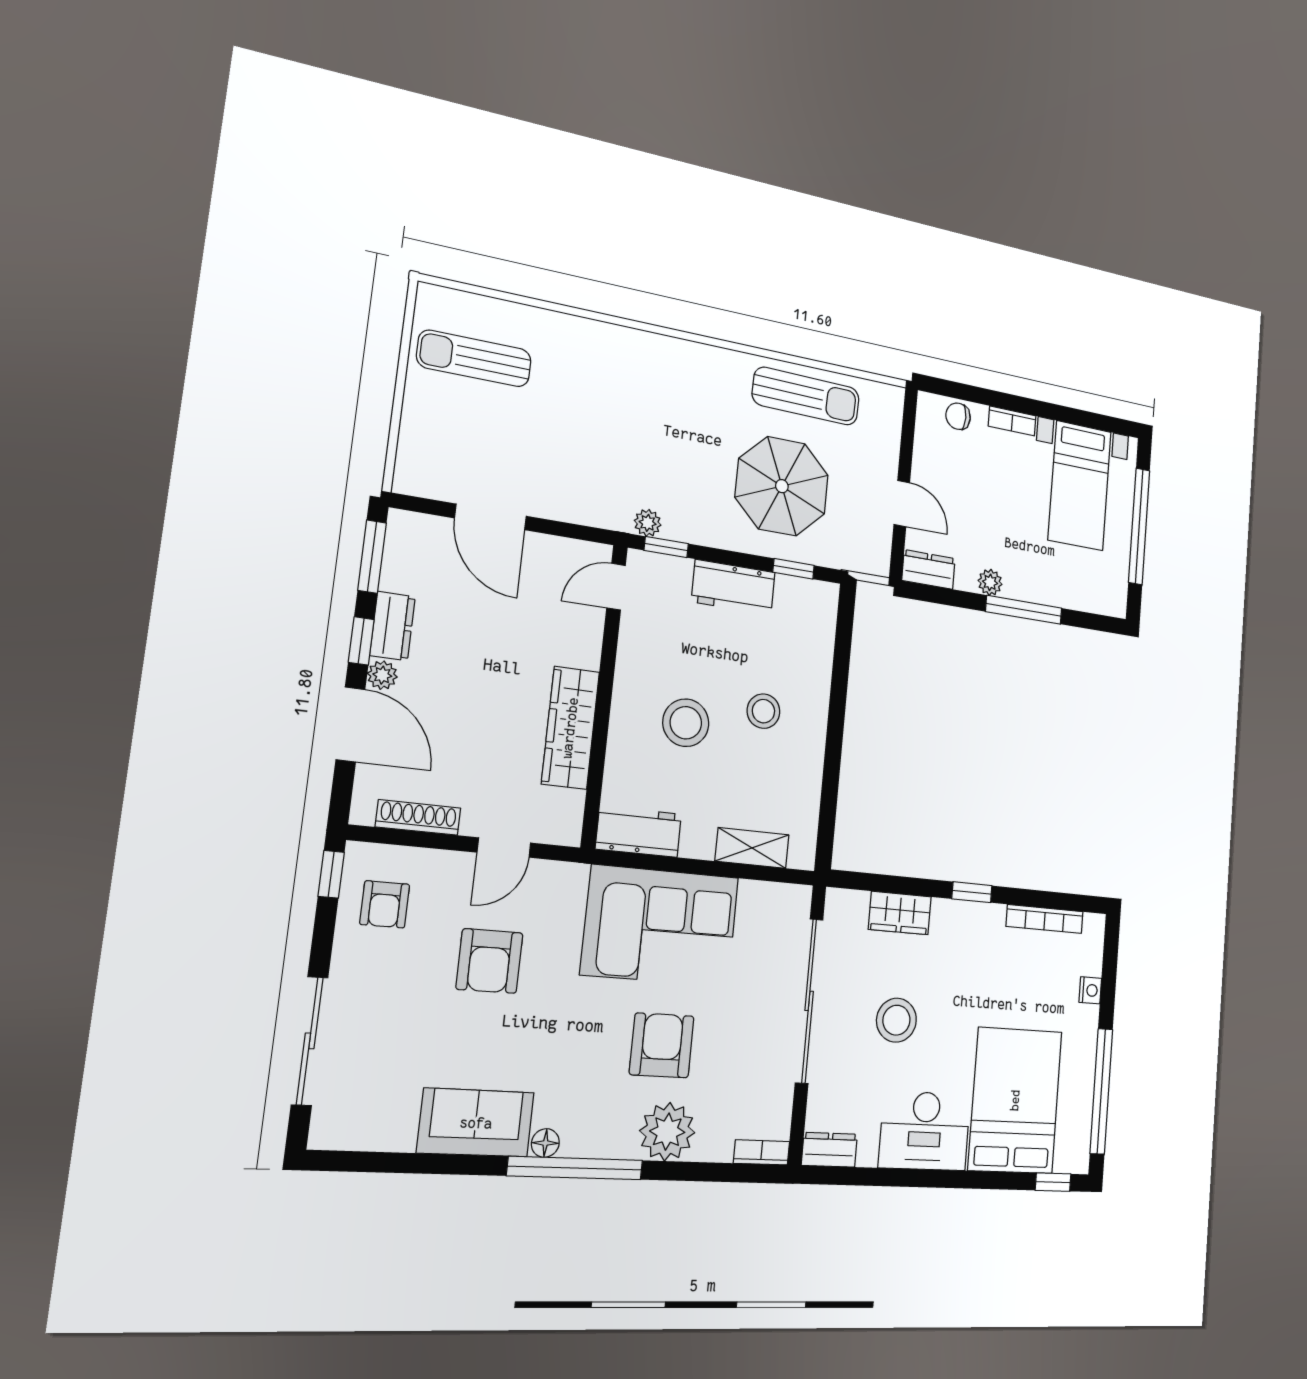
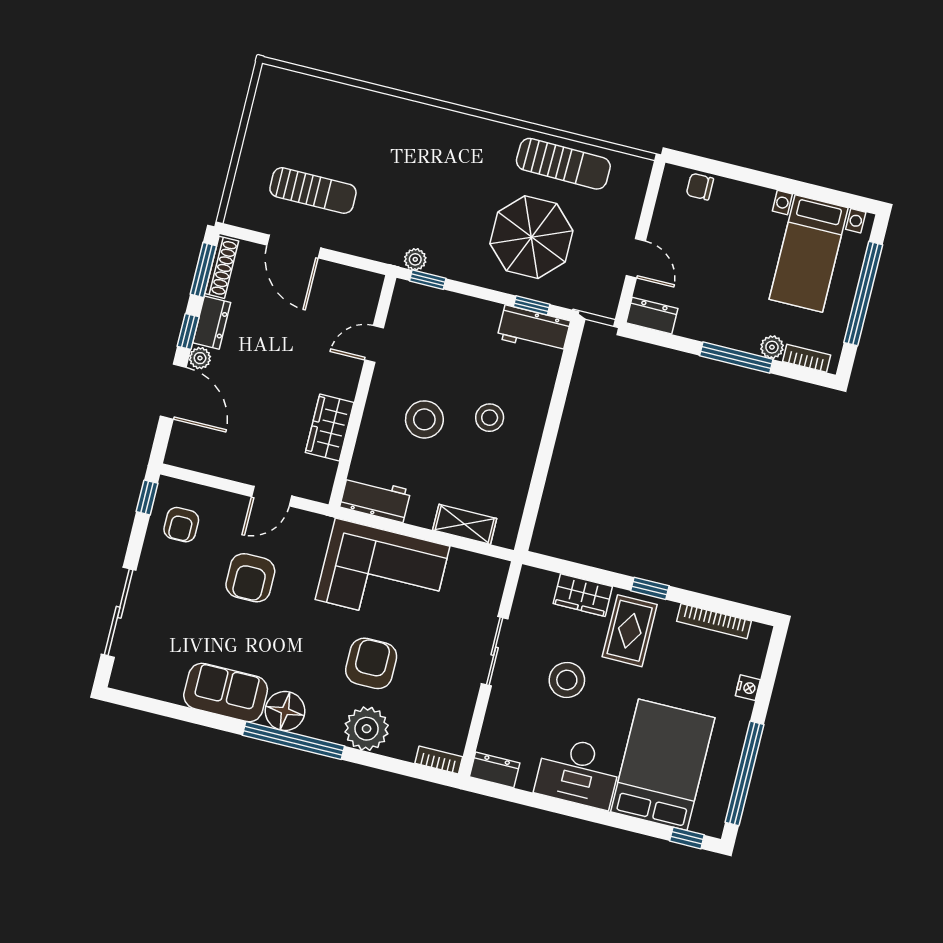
sun lounger: (474, 358) -> (313, 191), moved, turned 180
bookcase: (1012, 421) -> (807, 358), moved, turned 180
plant: (990, 582) -> (772, 347), moved
door: (616, 587) -> (374, 344), moved
workbench: (733, 587) -> (534, 330), moved
wardrobe: (570, 728) -> (330, 427), width x0.67
shoe rack: (418, 817) -> (222, 267), moved, turned 90
rug: (957, 947) -> (630, 631), added
sliding door: (809, 1001) -> (495, 651), width x0.54
floor lamp: (545, 1143) -> (285, 711), width x1.89, depth x1.89

